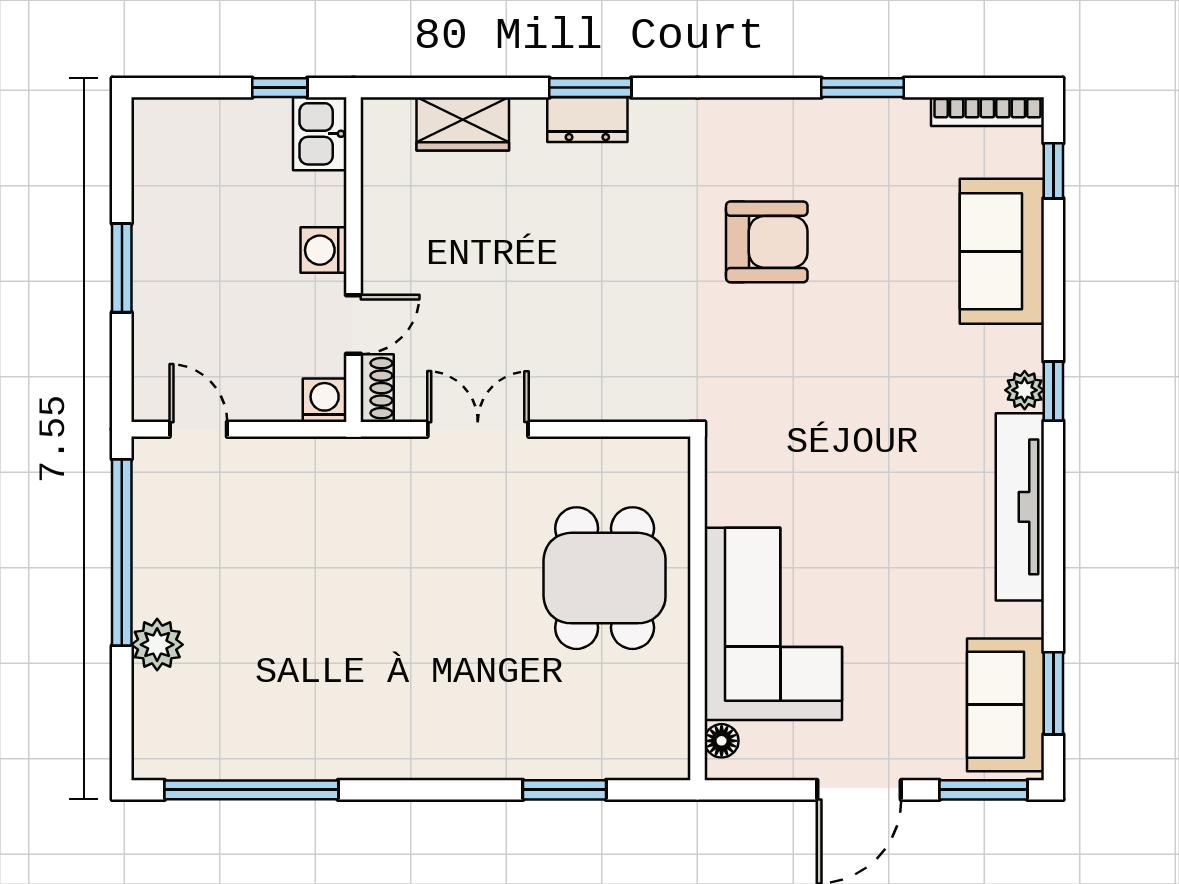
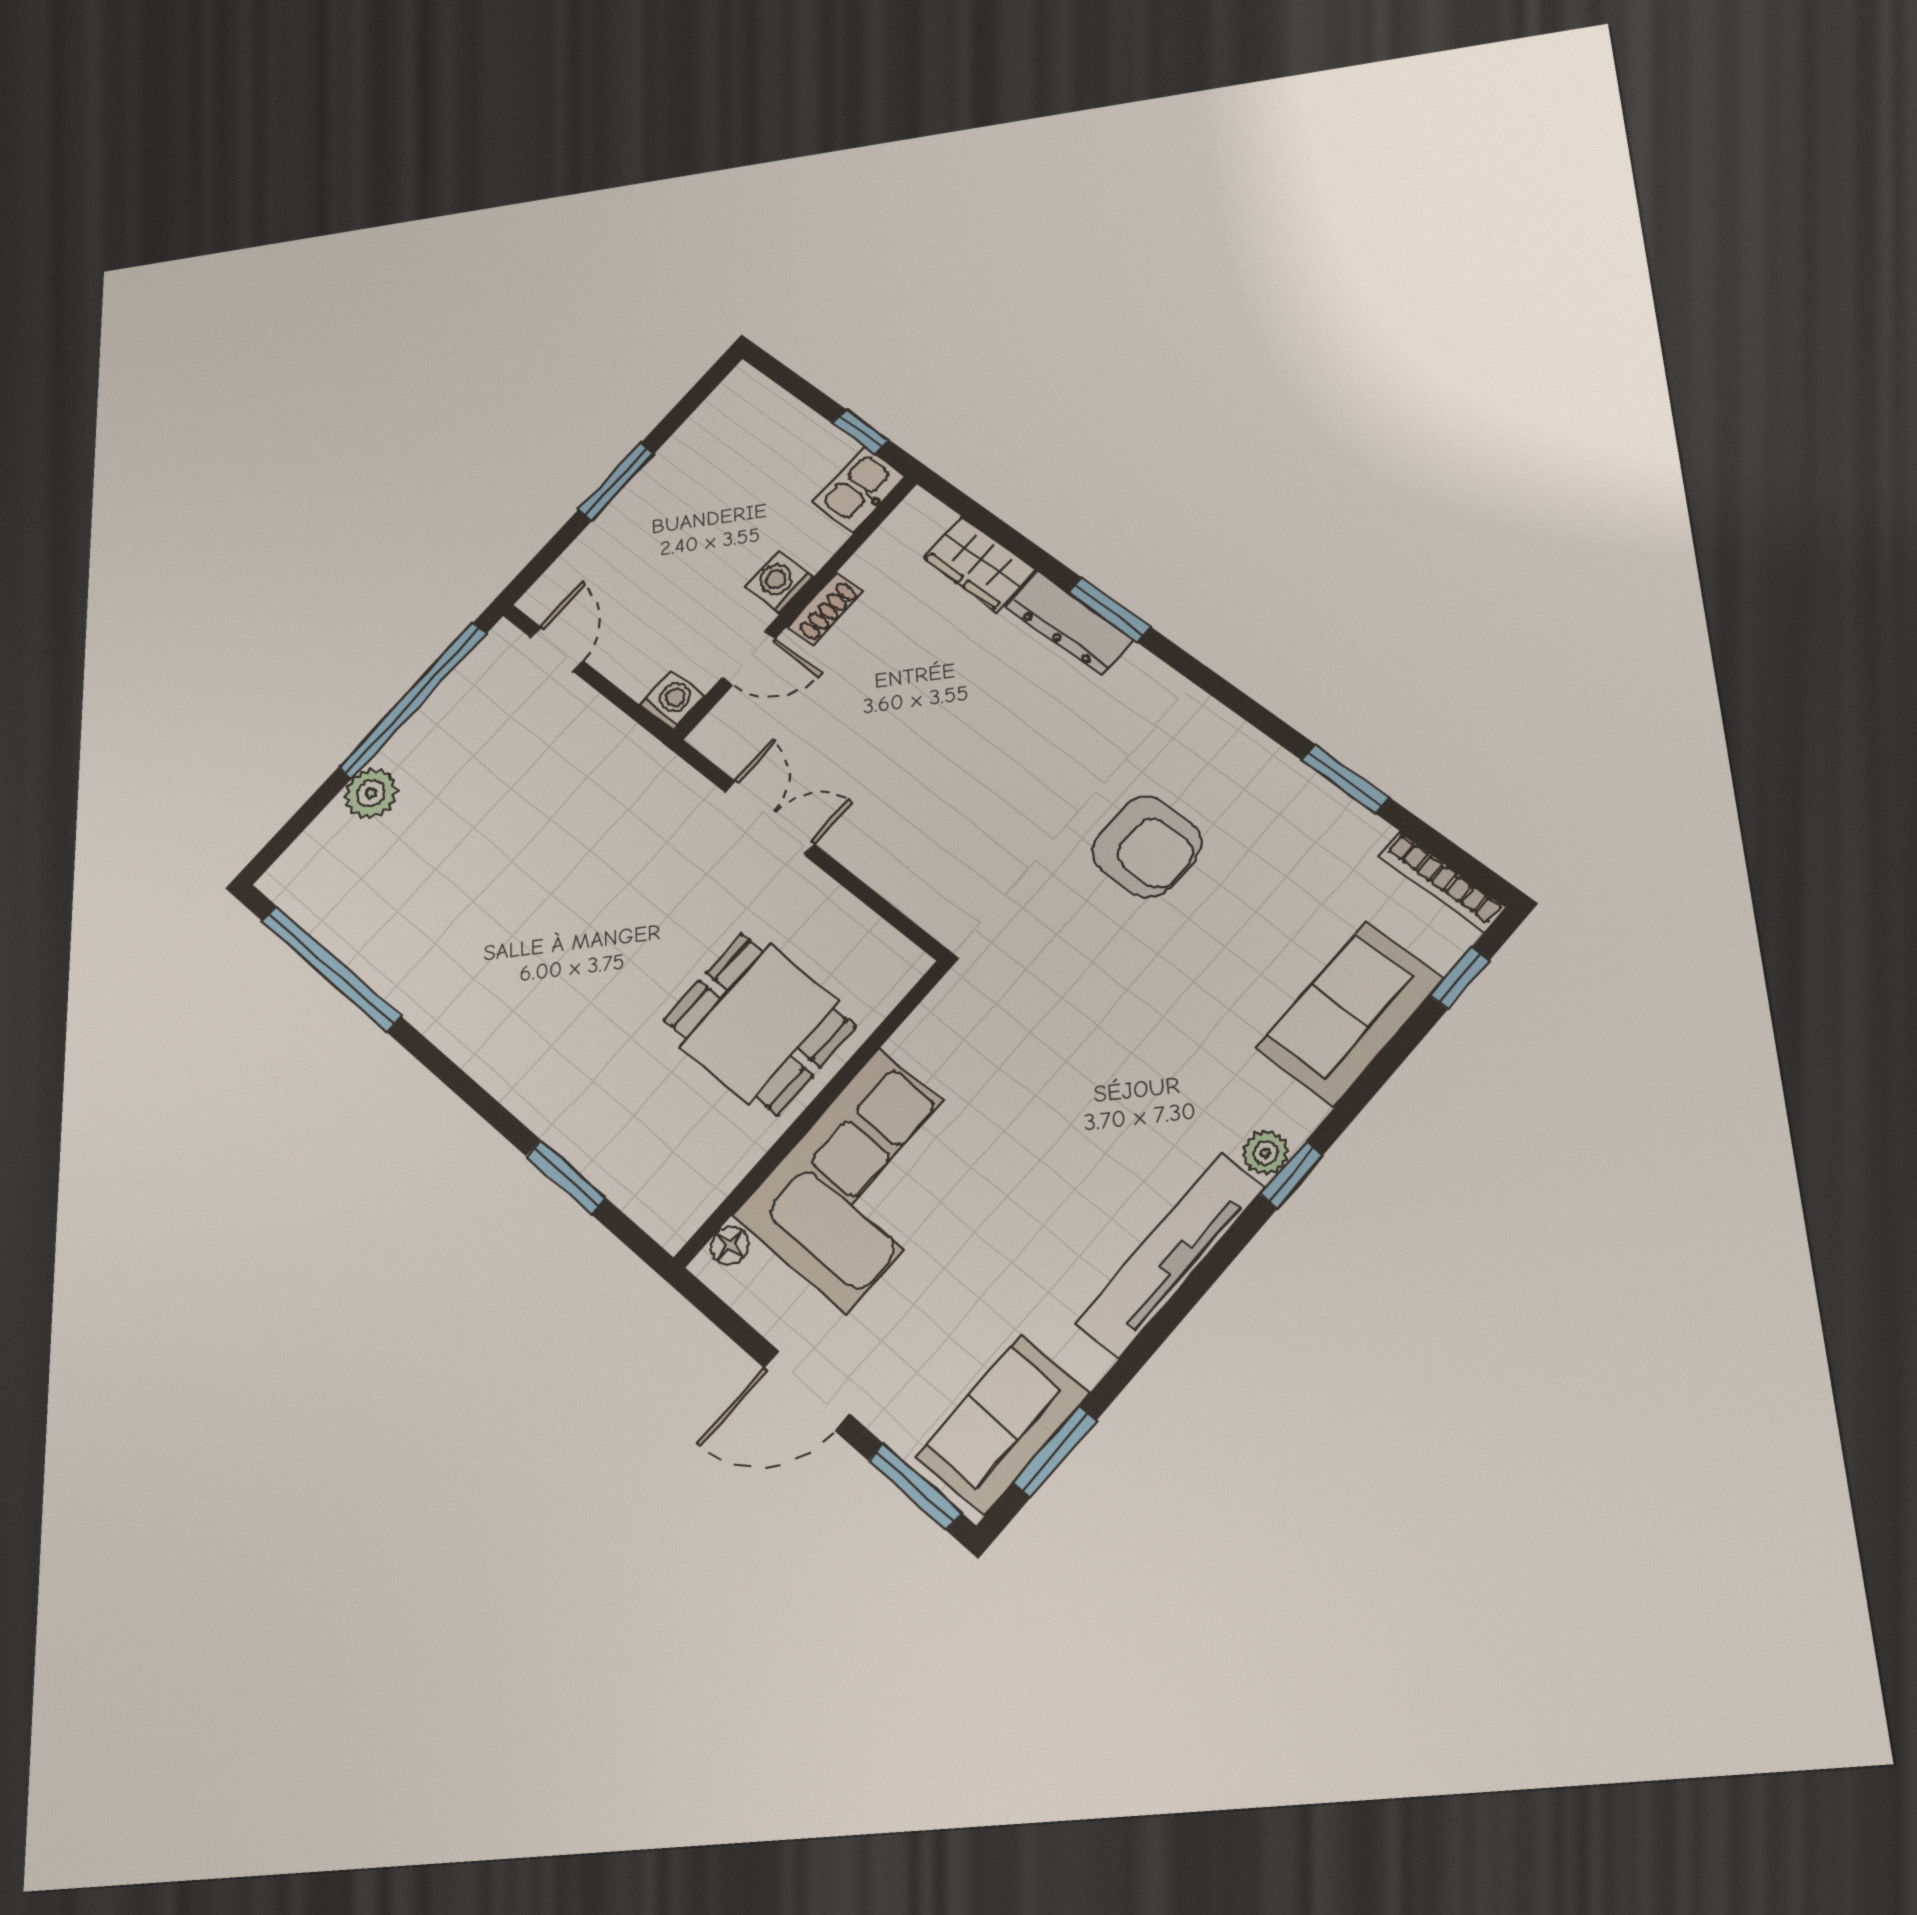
dresser: (587, 120) -> (1069, 623), width x1.44
shoe rack: (377, 388) -> (825, 609), moved
dining table: (605, 578) -> (759, 1024), turned 90

